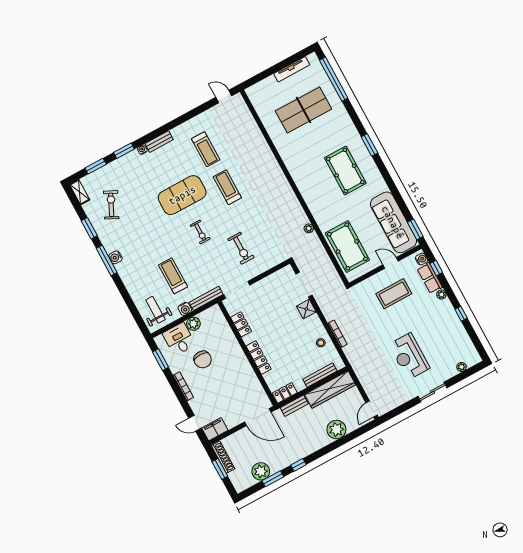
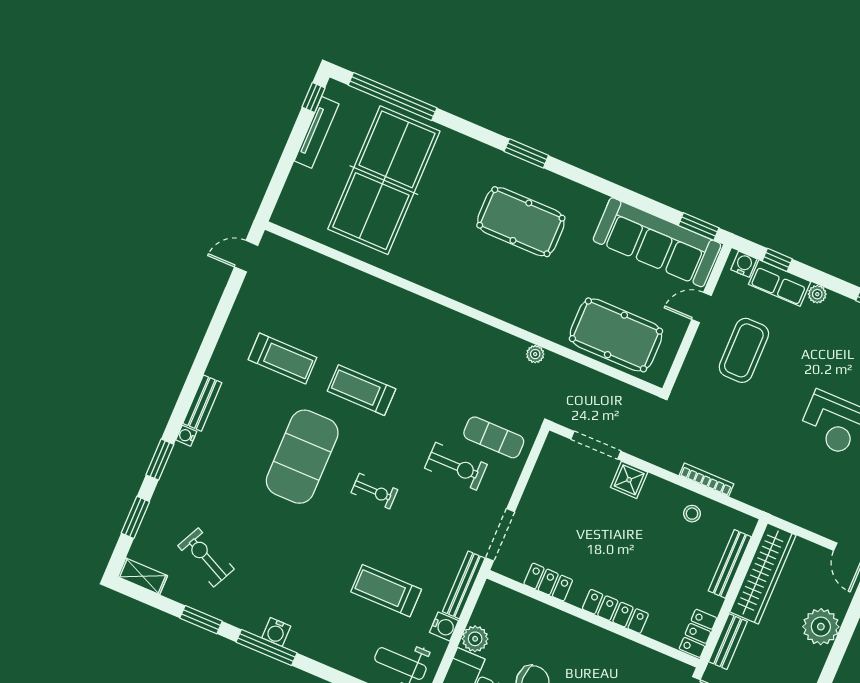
window: (302, 54) -> (314, 98), added
table tennis table: (304, 110) -> (384, 180), width x1.36, depth x1.32
exercise mat: (265, 249) -> (494, 437), added

